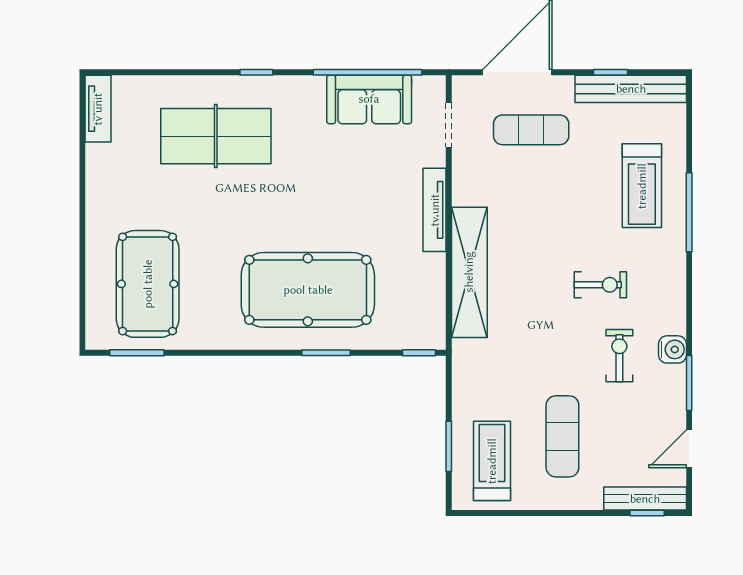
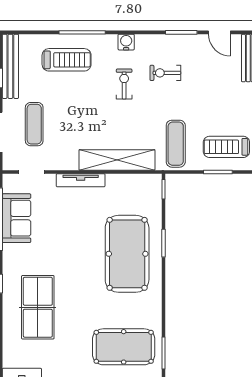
water cooler: (672, 349) -> (126, 42), moved
exercise mat: (562, 436) -> (176, 144), moved, turned 90

